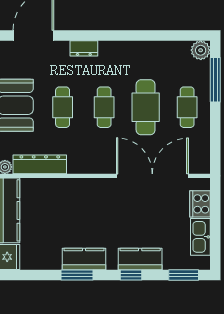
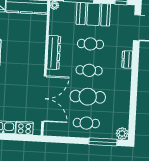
dresser: (40, 164) -> (54, 53), moved

